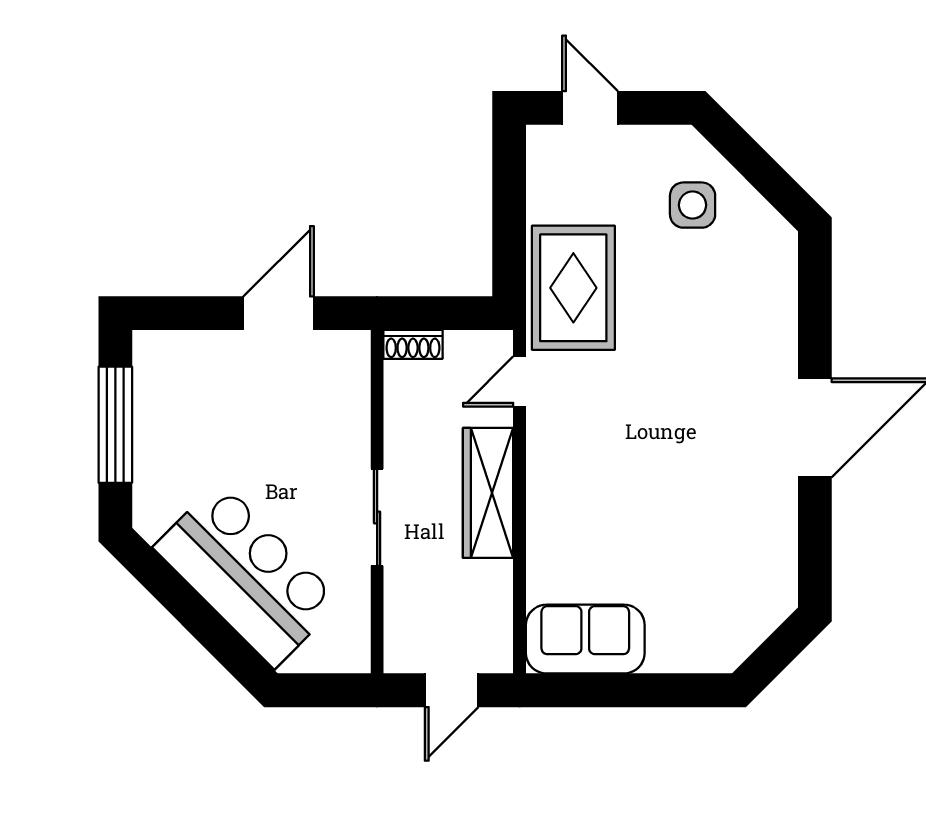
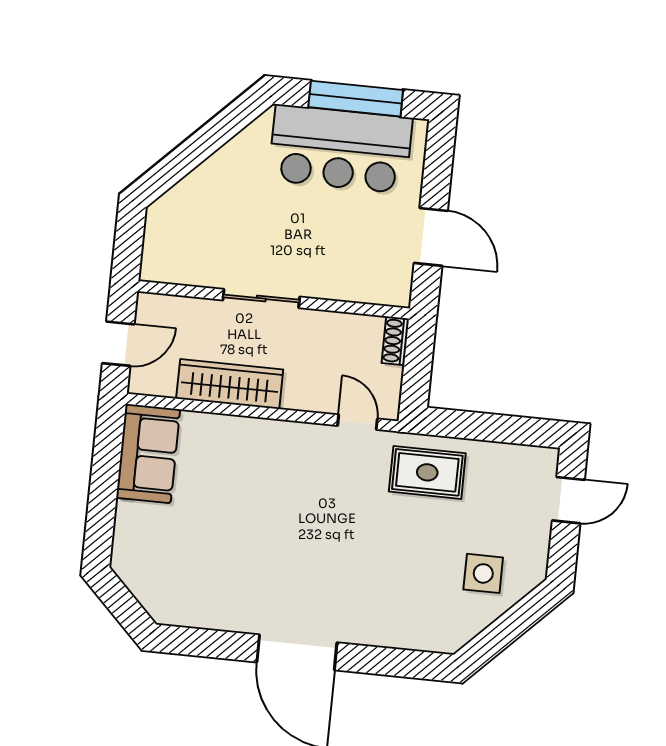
rug: (573, 288) -> (427, 472), width x0.73, depth x0.70
wardrobe: (488, 493) -> (230, 384), moved
bar counter: (247, 575) -> (340, 149), moved, turned 45
door: (452, 690) -> (118, 344), swing flipped

